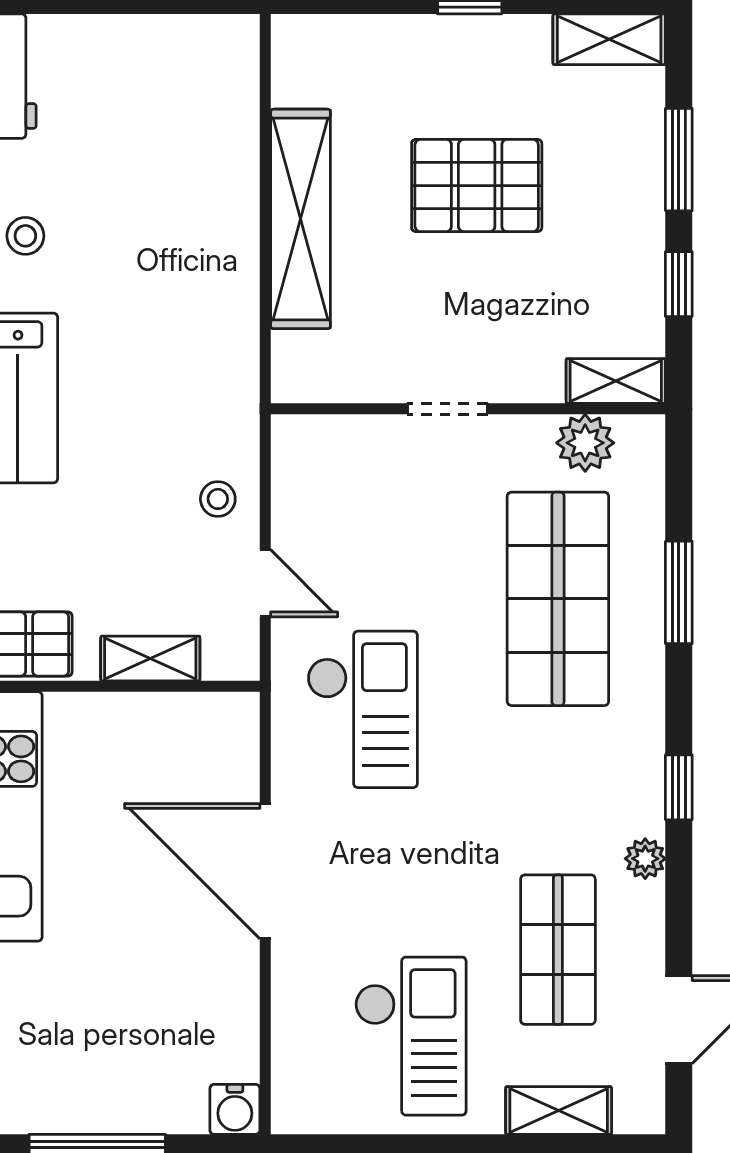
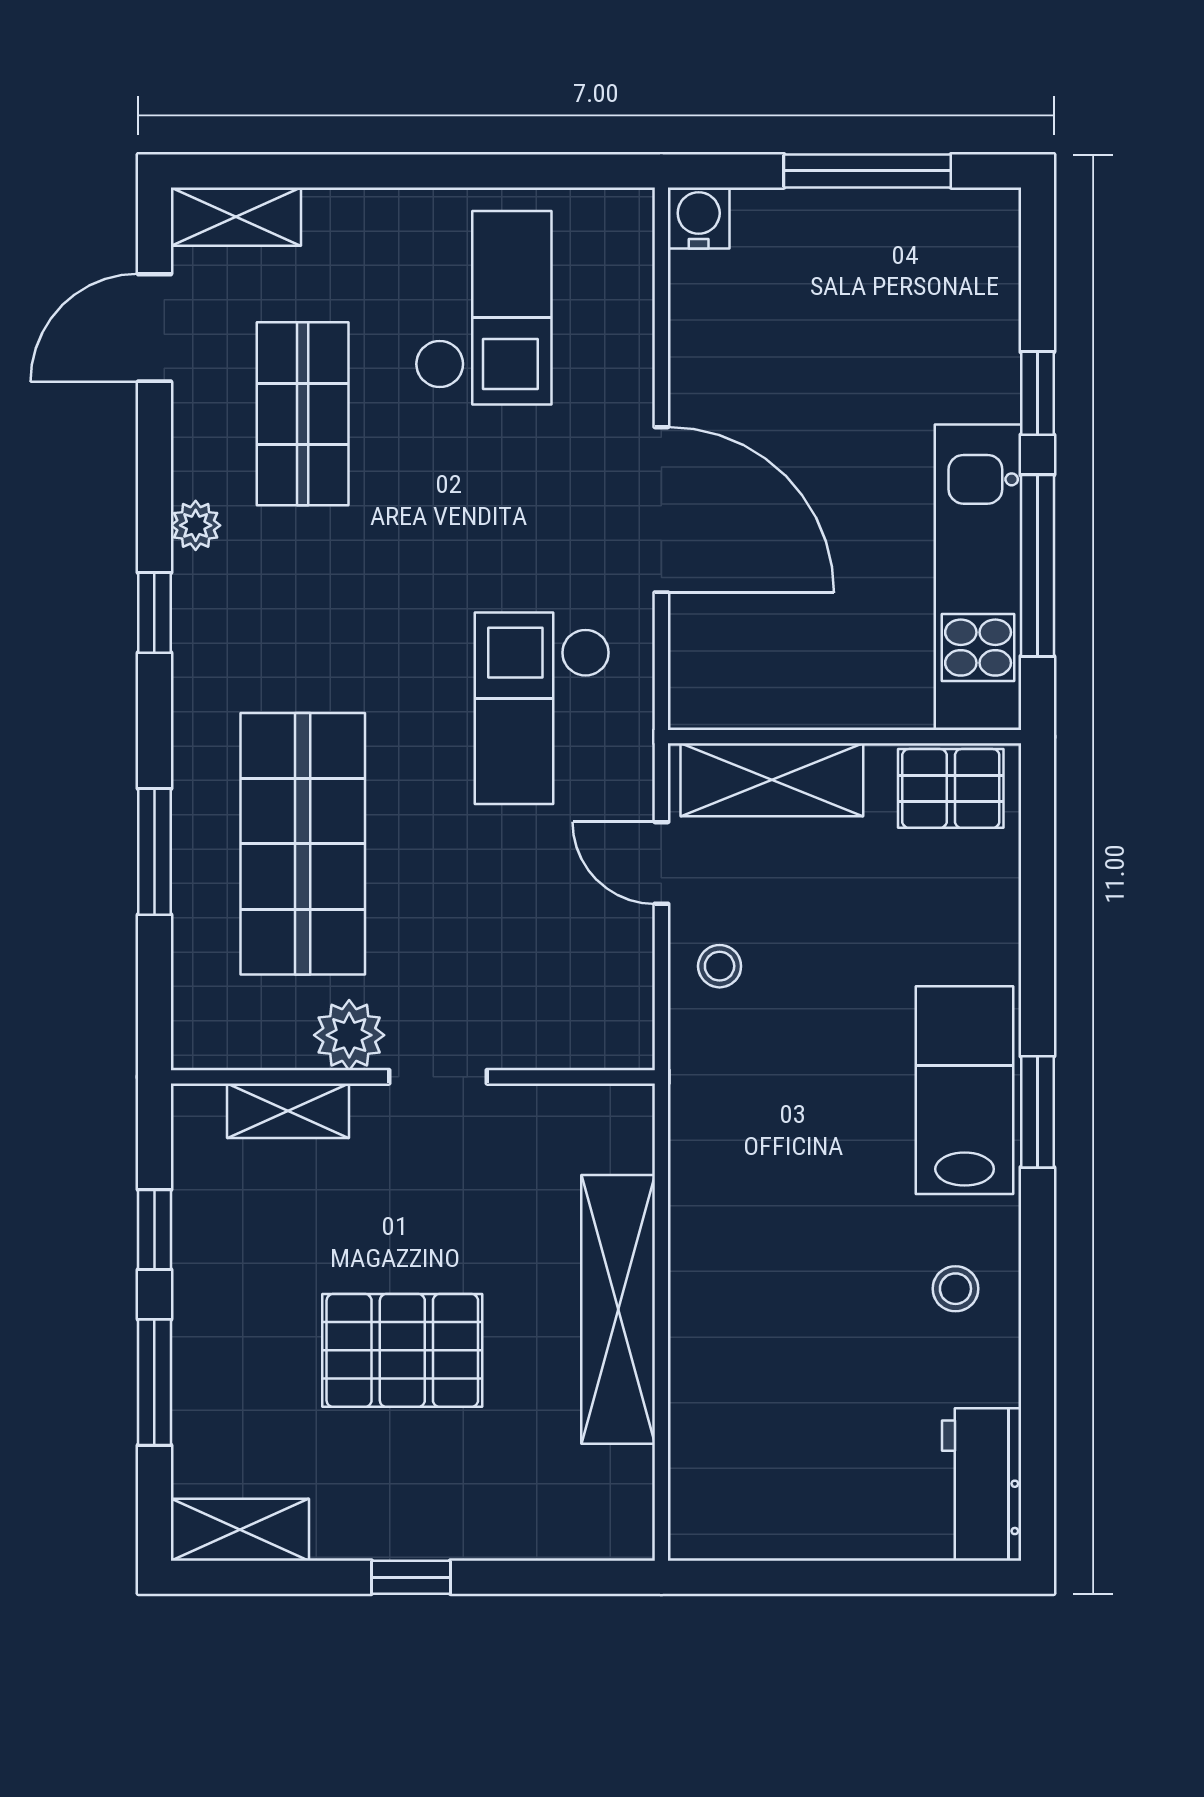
shelving: (616, 381) -> (288, 1111), moved
plant: (585, 443) -> (349, 1035), moved
shelving: (150, 658) -> (772, 780), width x1.50, depth x1.33
checkout: (411, 1036) -> (483, 308), turned 180
shelving: (559, 1111) -> (236, 217), moved

